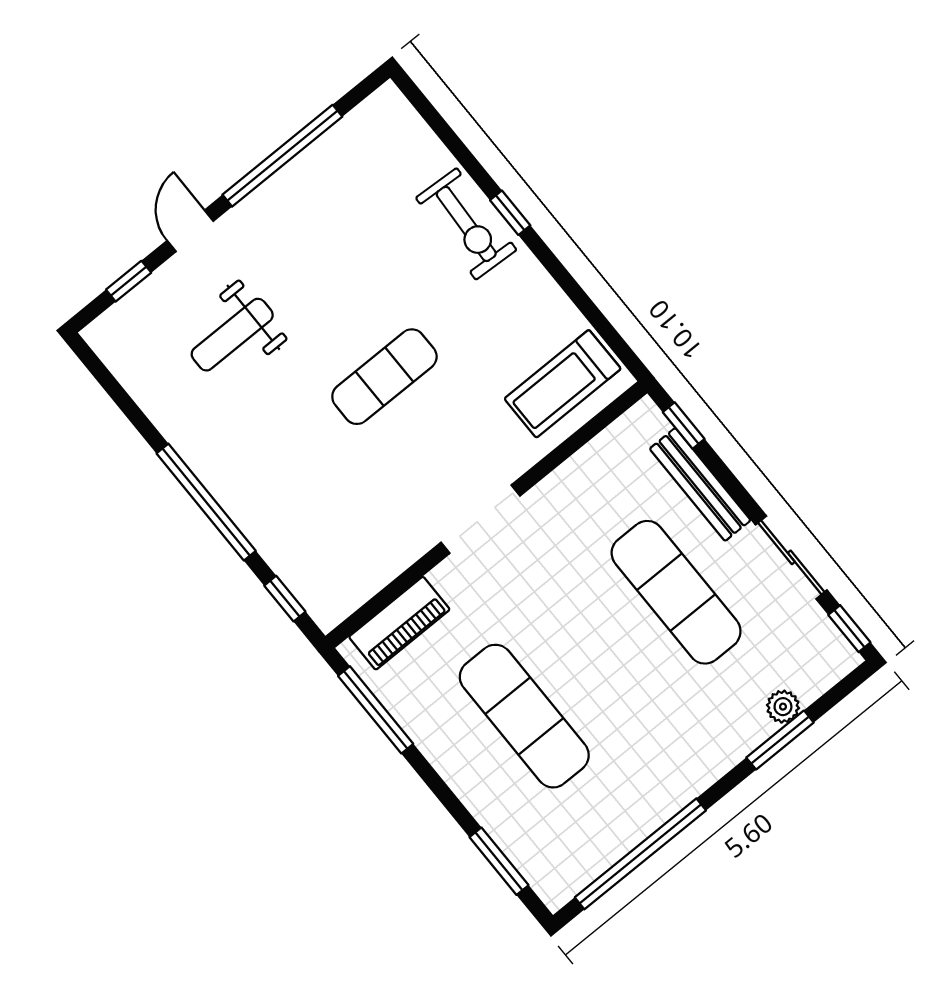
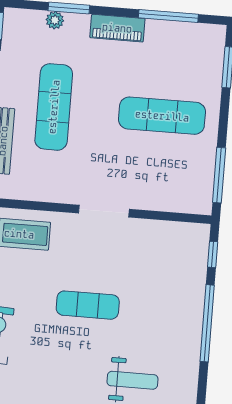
piano: (399, 623) -> (117, 28), moved, turned 180
exercise mat: (524, 716) -> (162, 116), turned 90
window: (640, 854) -> (168, 16), width x0.68

